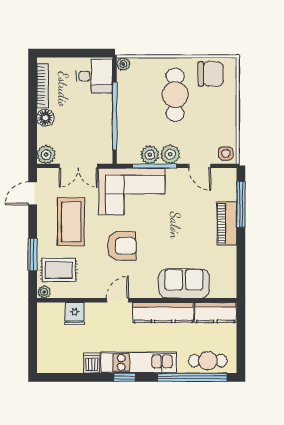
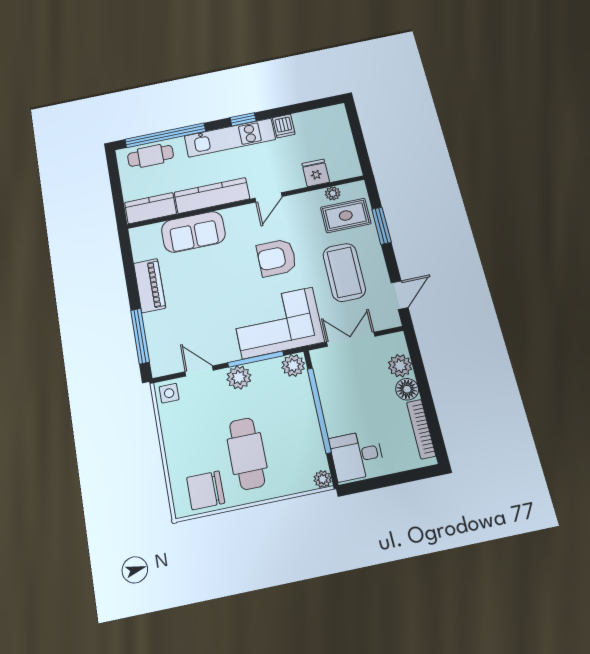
plant: (46, 155) -> (400, 366), moved
plant: (150, 155) -> (293, 365), moved
piano: (227, 223) -> (150, 286), moved
plant: (44, 292) -> (333, 193), moved

